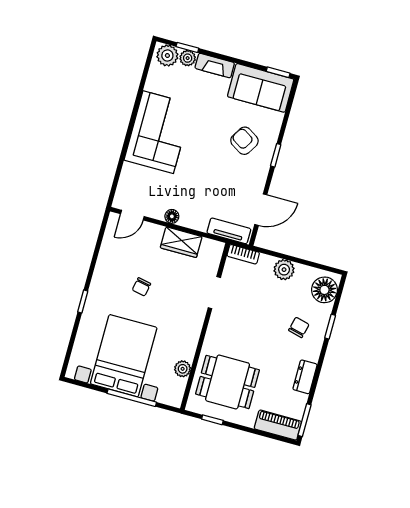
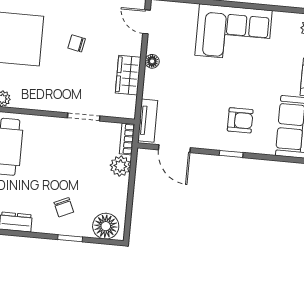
armchair: (244, 141) -> (240, 120), turned 58
plant: (284, 270) -> (120, 166), moved
chair: (299, 327) -> (64, 207), turned 52

